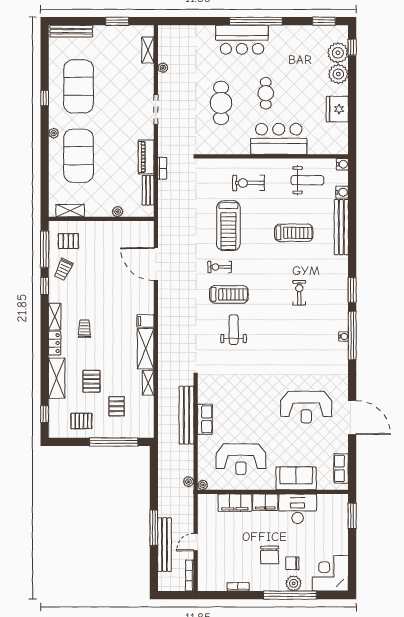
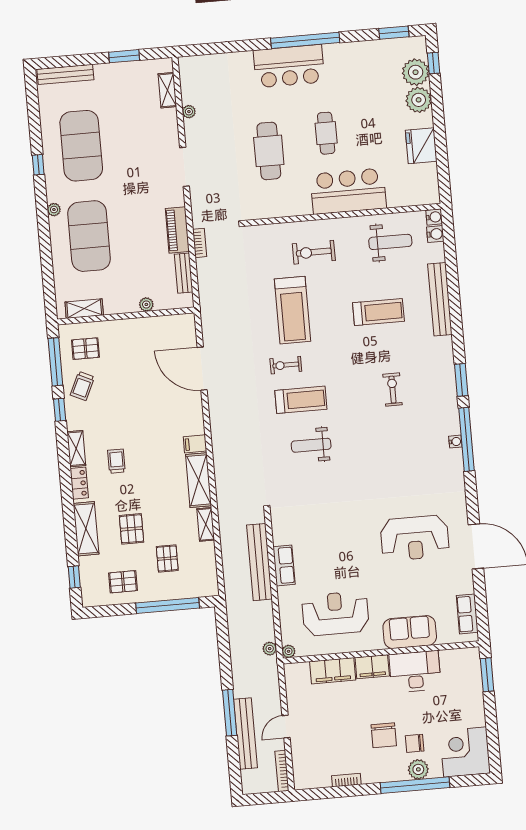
water cooler: (342, 192) -> (435, 234), moved
weight bench: (234, 330) -> (311, 445), turned -90
reception desk: (241, 459) -> (335, 613), turned 180

